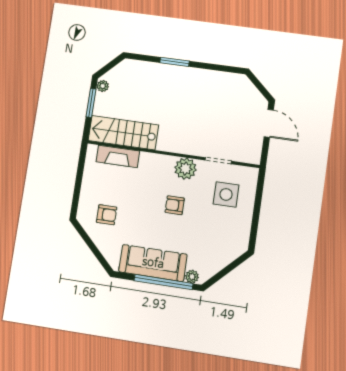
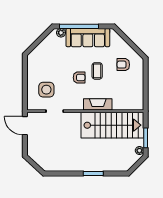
door: (269, 123) -> (25, 126), moved
stairs: (123, 133) -> (112, 125), width x1.36, depth x1.51
fireplace: (118, 156) -> (98, 104), moved
plant: (185, 169) -> (76, 103), removed
coffee table: (147, 211) -> (97, 71), added

